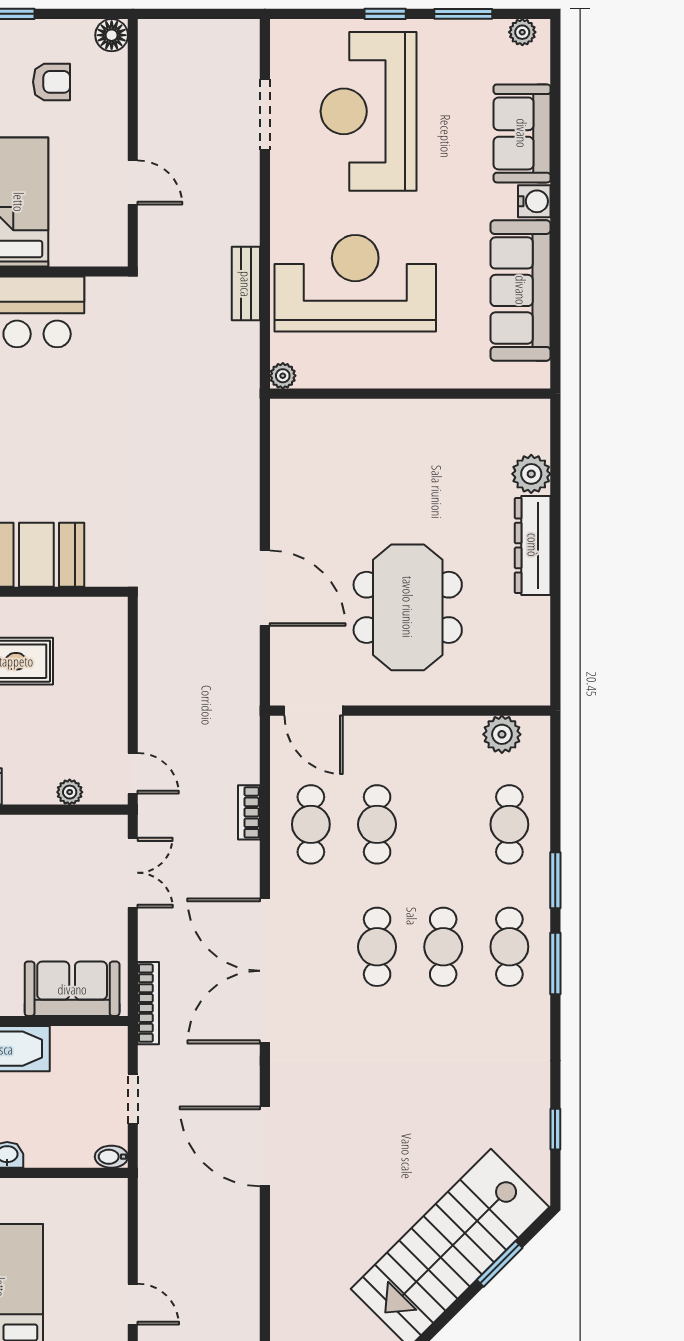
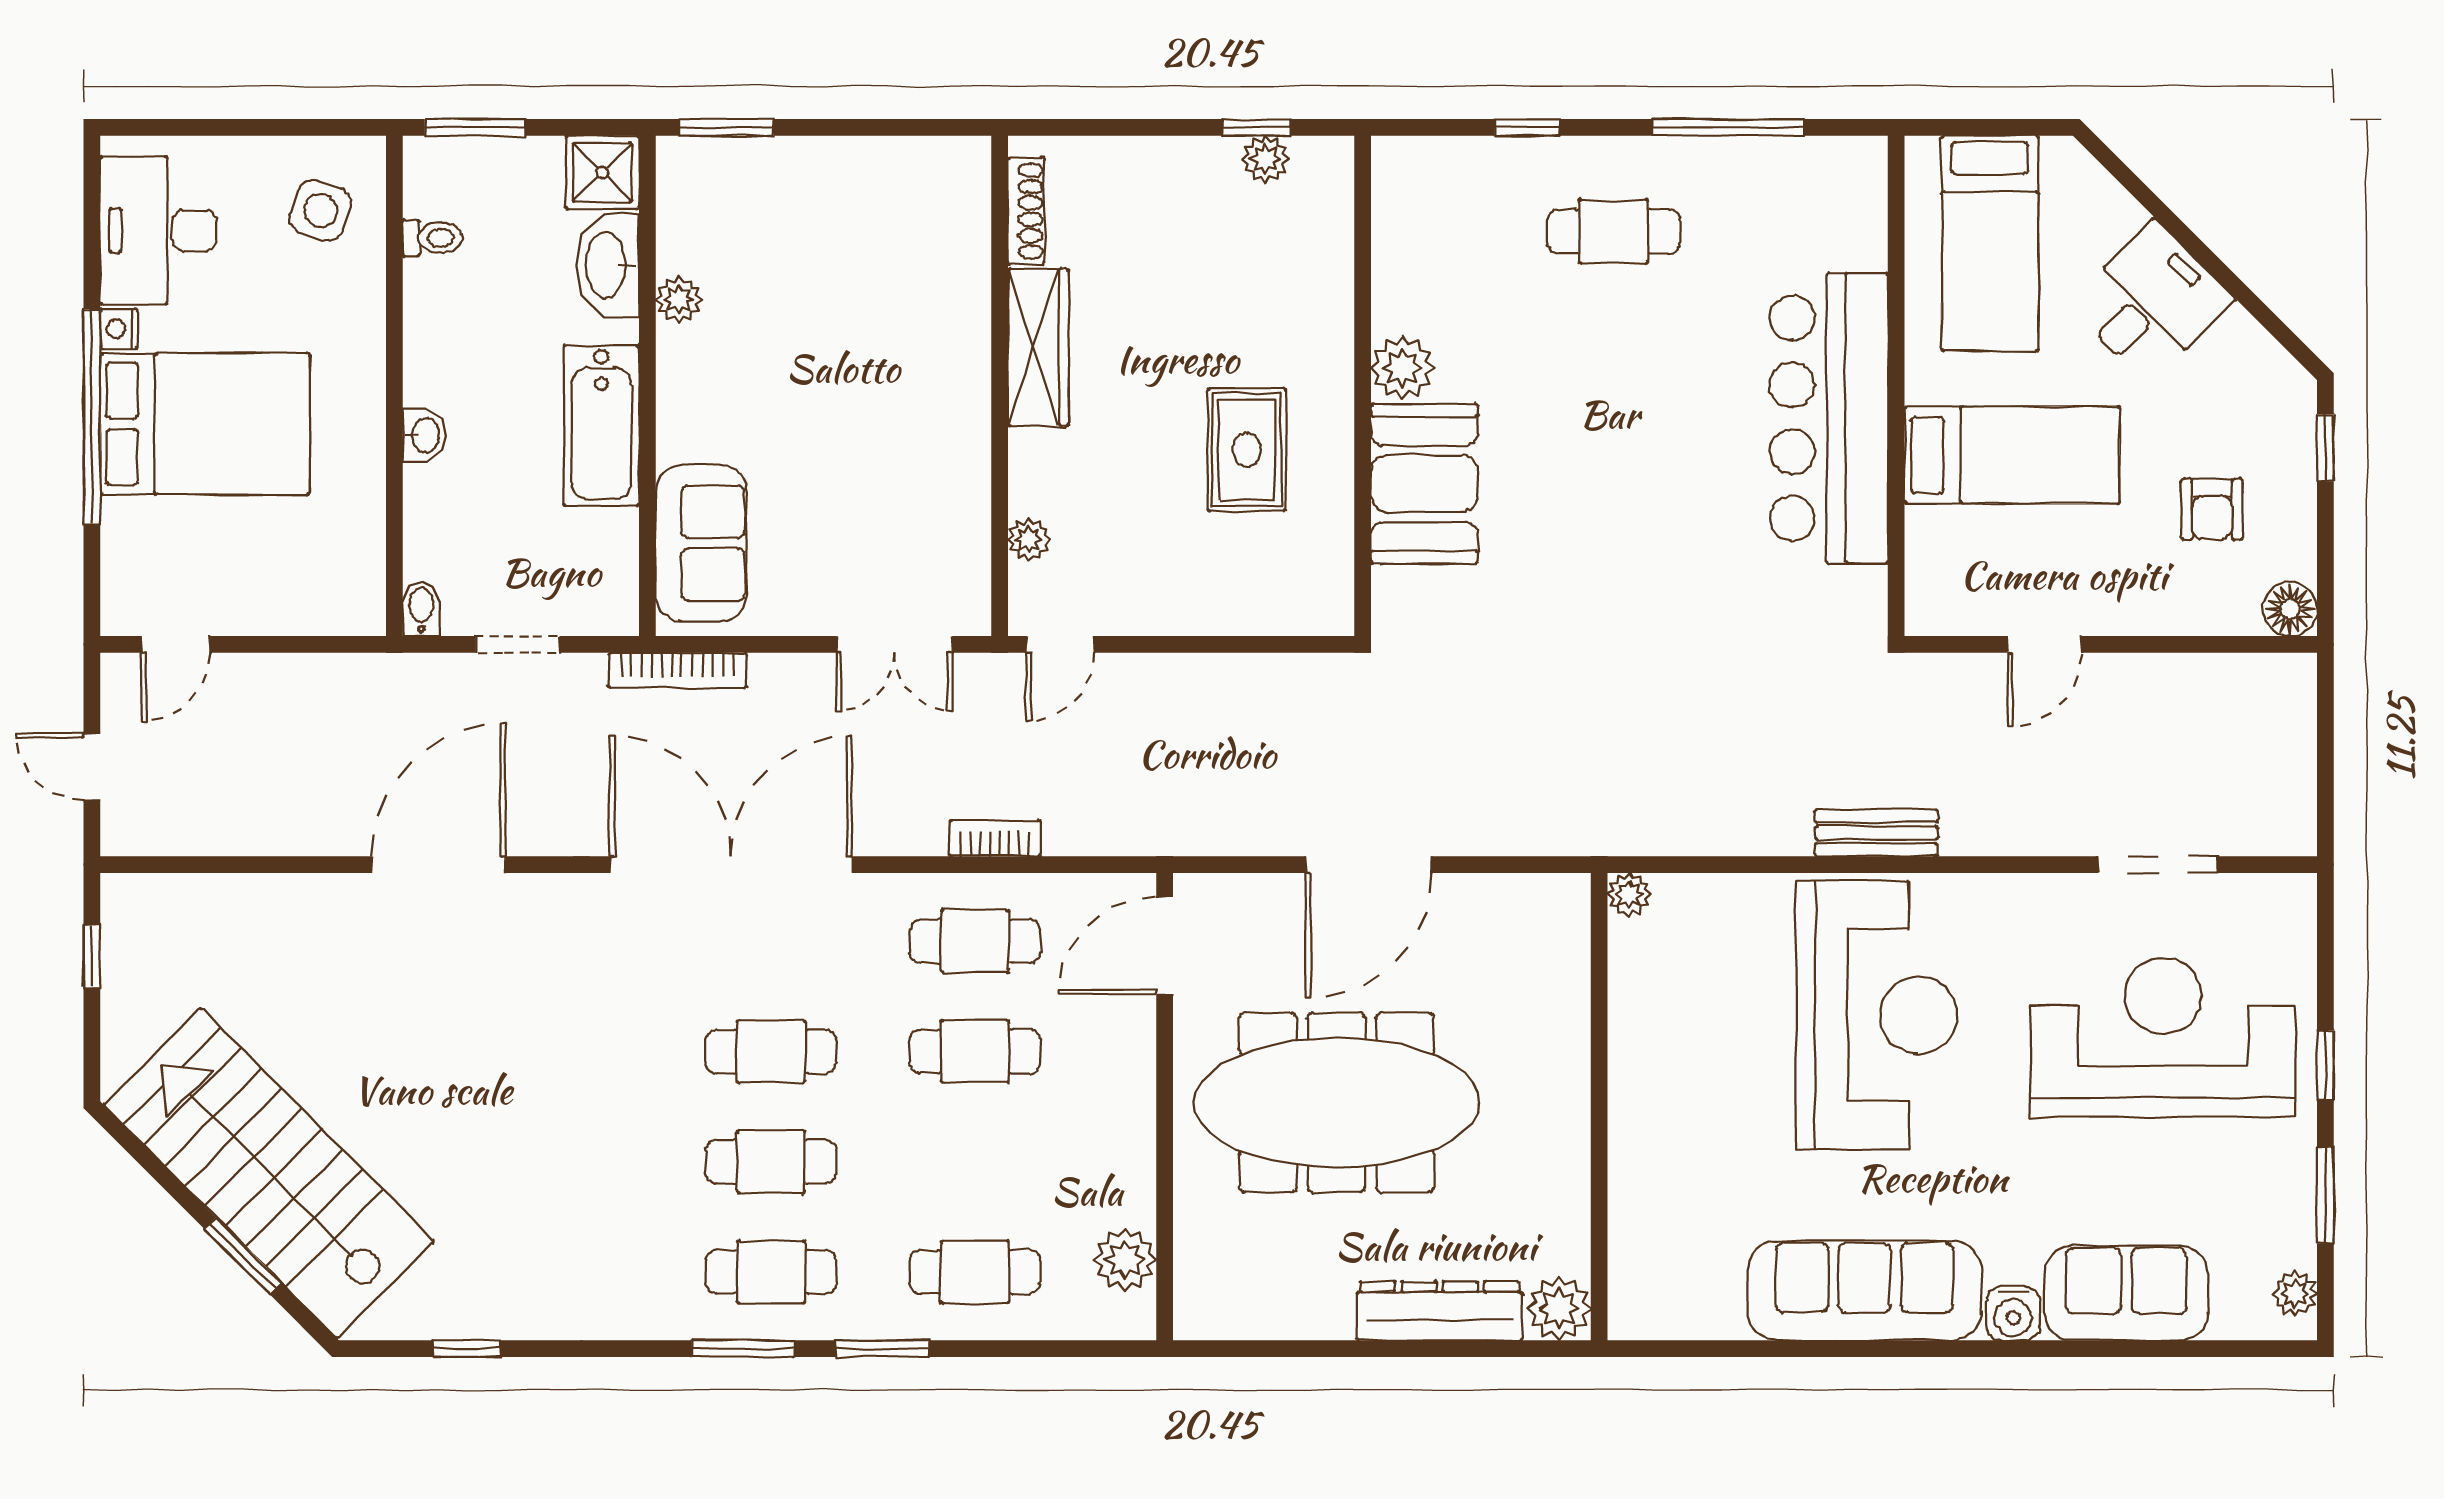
plant: (283, 376) -> (1629, 894), moved
wall: (410, 394) -> (1599, 1107), moved
meeting table: (408, 607) -> (1337, 1102), width x1.36

